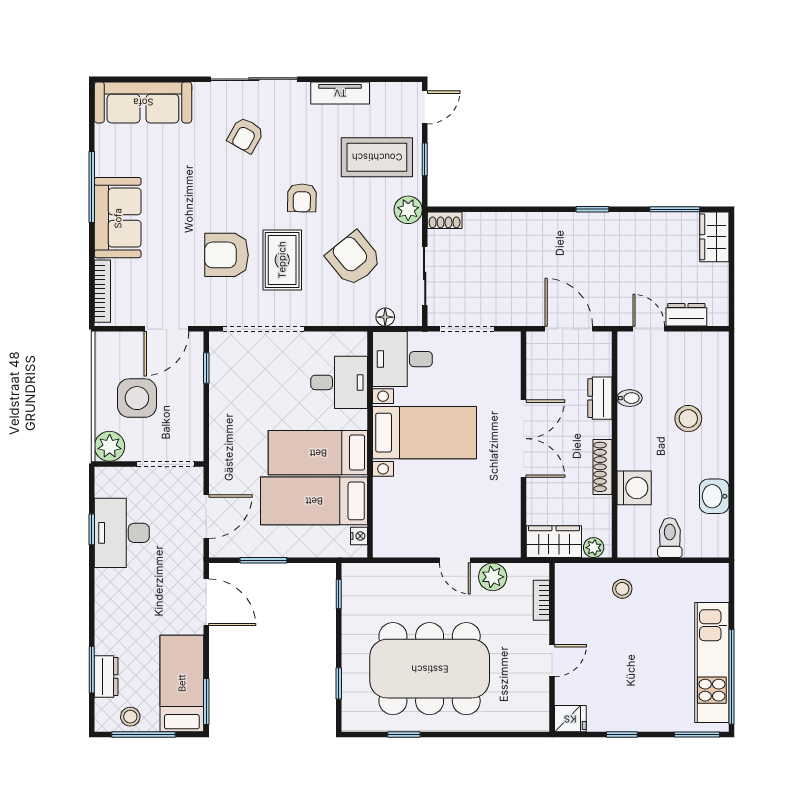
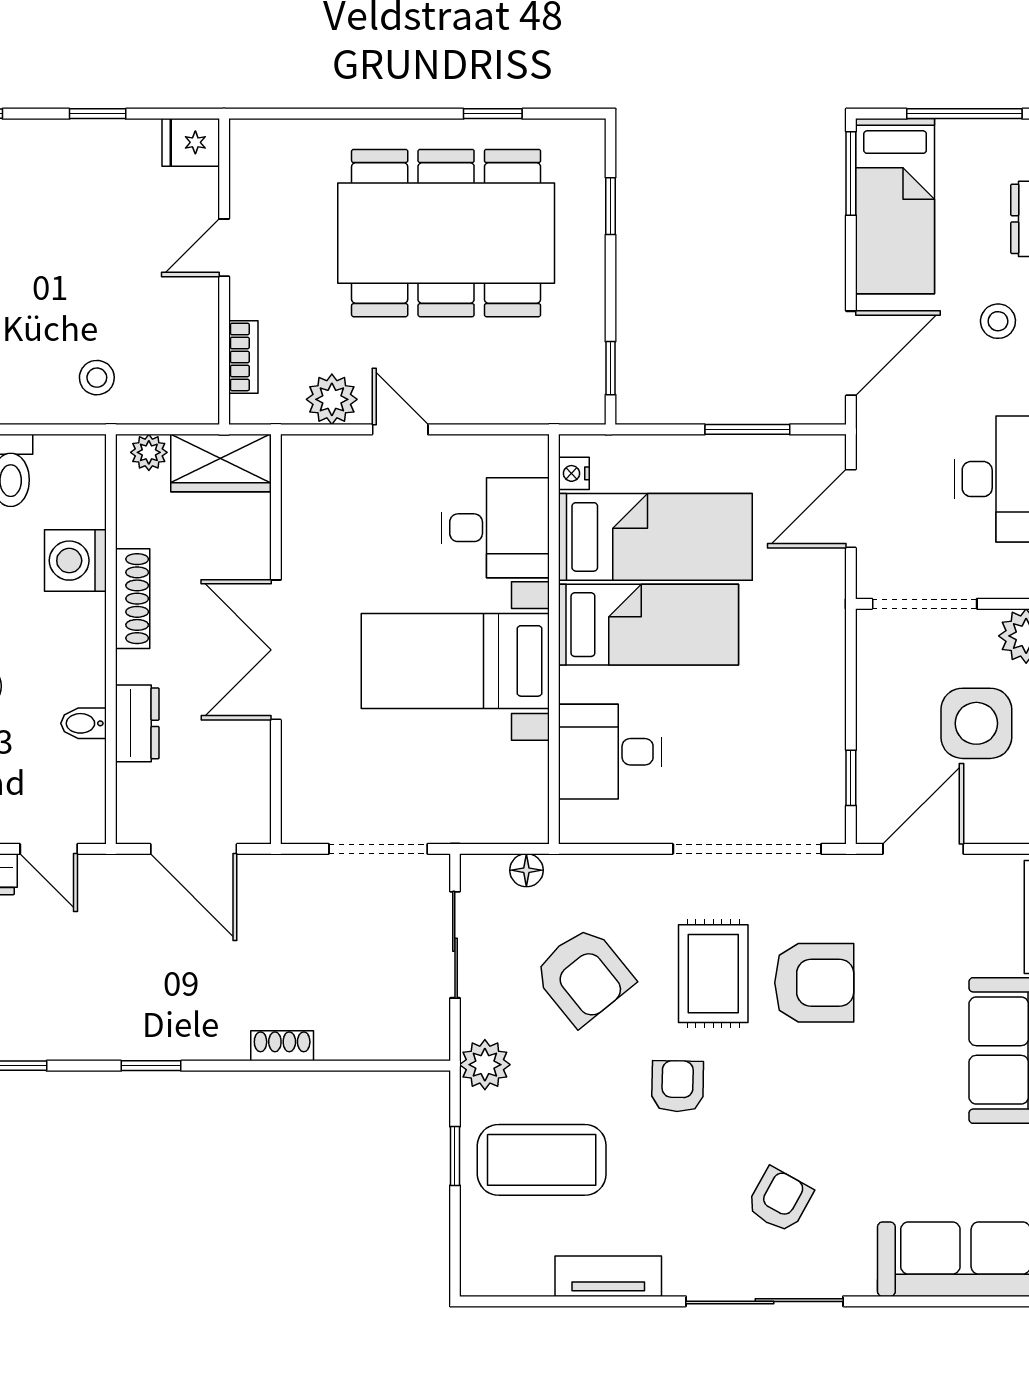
door: (425, 107) -> (455, 1250), removed
shoe rack: (445, 220) -> (282, 1046), moved
desk: (402, 359) -> (495, 528), moved
door: (206, 602) -> (851, 353), swing flipped
stool: (130, 717) -> (998, 321), moved

